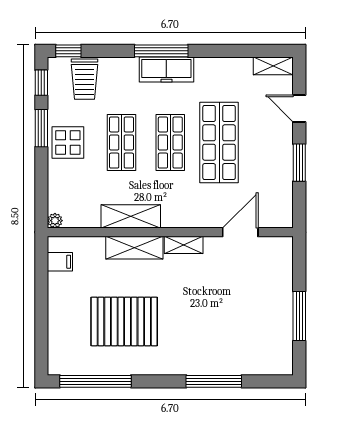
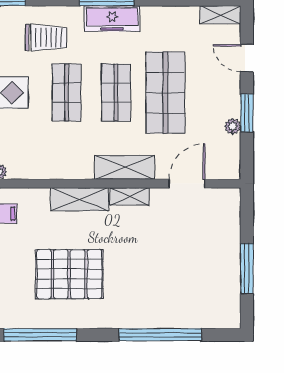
trolley: (84, 79) -> (46, 38), moved, turned -90
plant: (285, 176) -> (233, 126), added
shelving: (131, 216) -> (125, 167), moved
window: (214, 381) -> (160, 335), width x1.46

